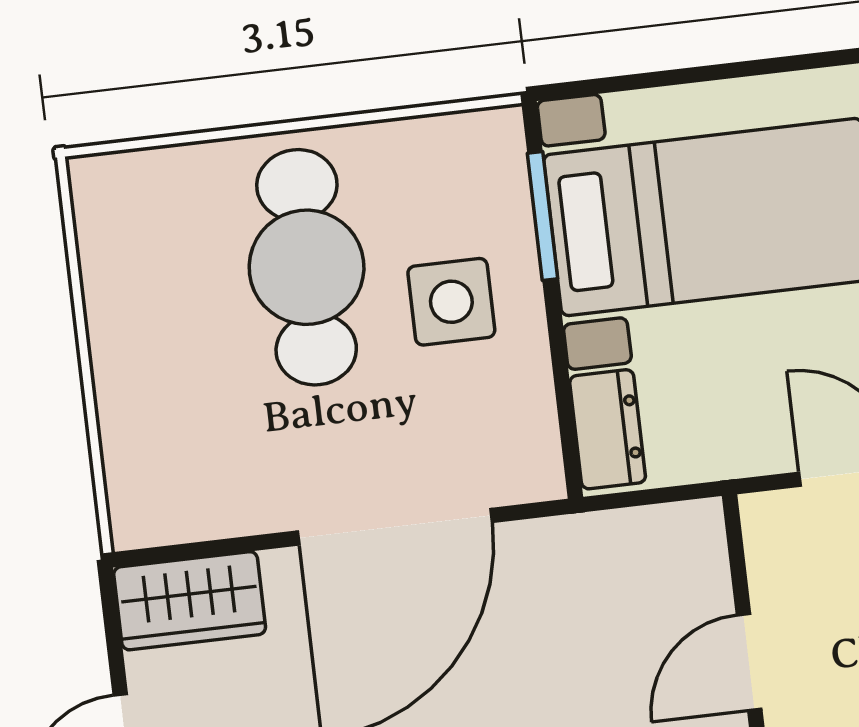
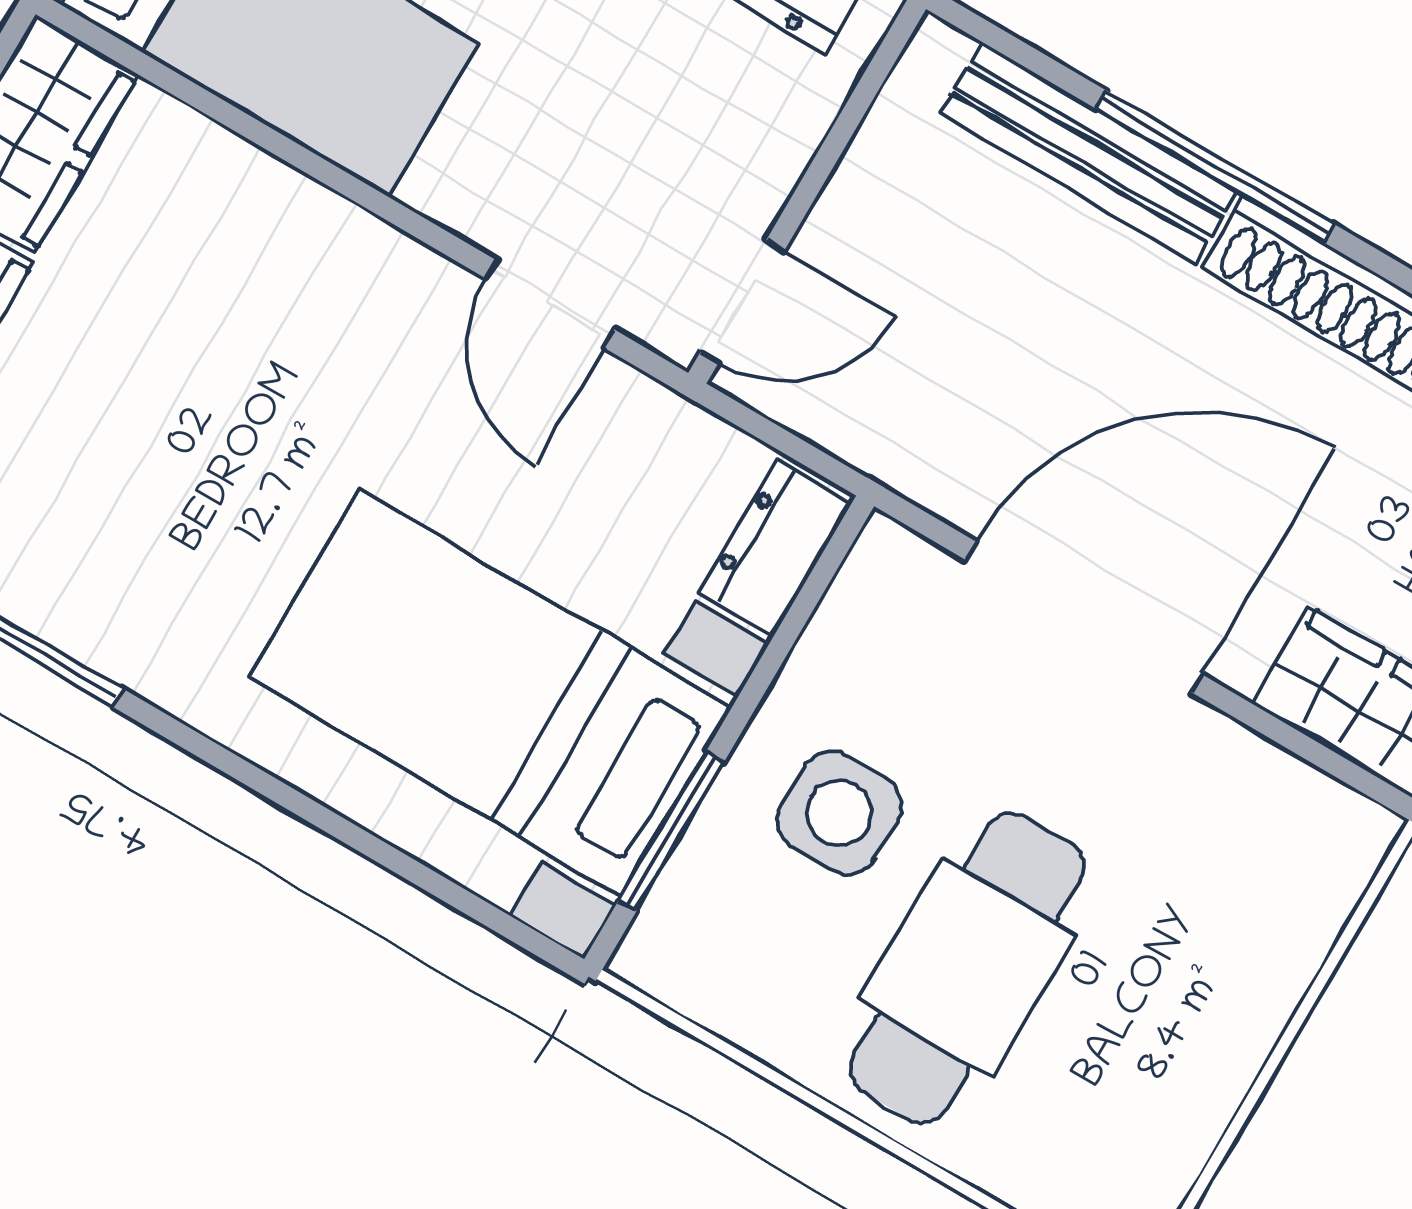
door: (749, 662) -> (742, 302), moved

